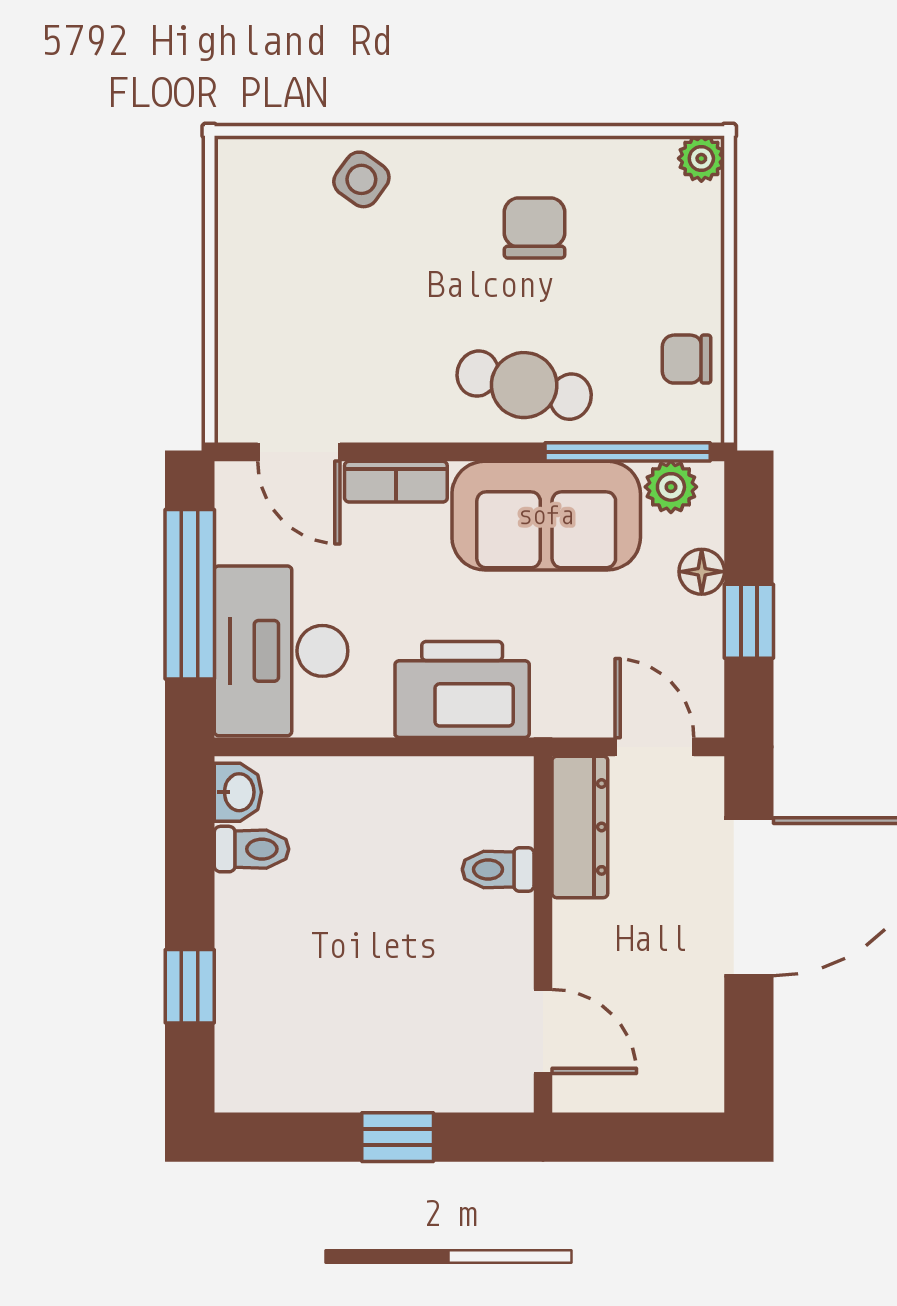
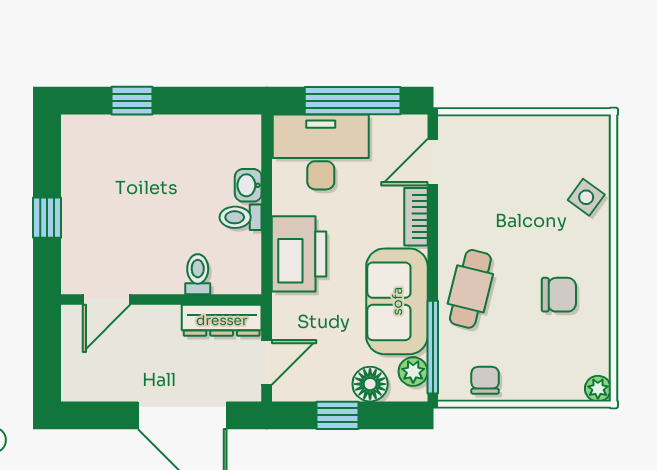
floor lamp: (702, 572) -> (370, 384), width x1.37, depth x1.37
washbasin: (238, 792) -> (248, 185), moved, turned 90
toilet: (251, 849) -> (241, 217), moved, turned 90

